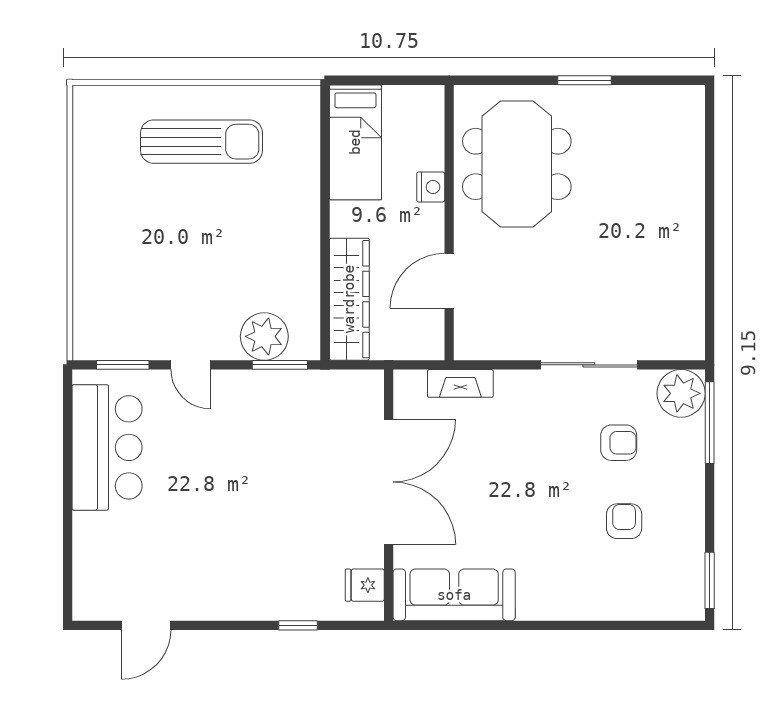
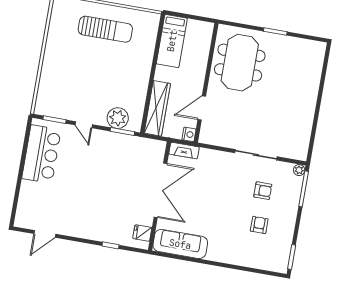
nightstand: (431, 187) -> (189, 134), moved
fireplace: (460, 383) -> (184, 151), moved
plant: (681, 393) -> (299, 170), width x0.53, depth x0.53

